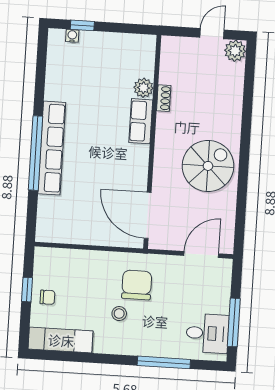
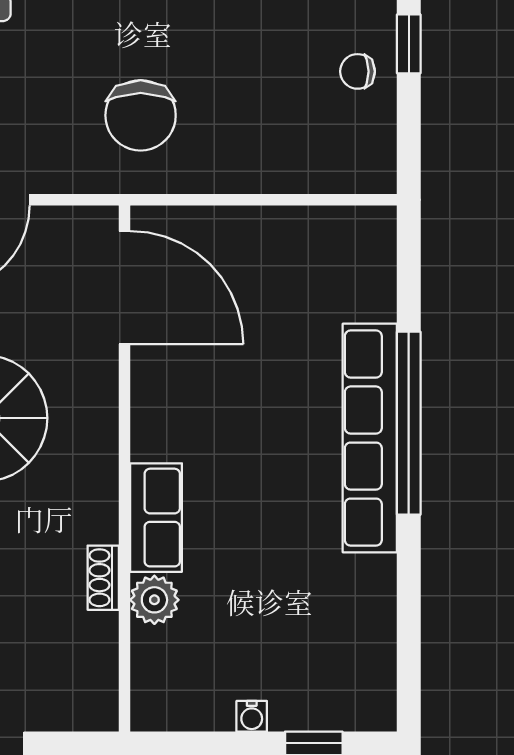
water cooler: (72, 36) -> (252, 716), moved
window: (27, 290) -> (409, 44), moved
stool: (119, 314) -> (179, 43), removed

